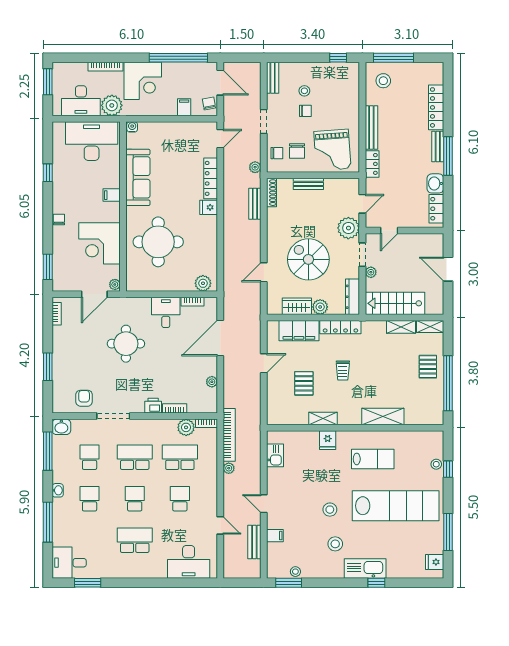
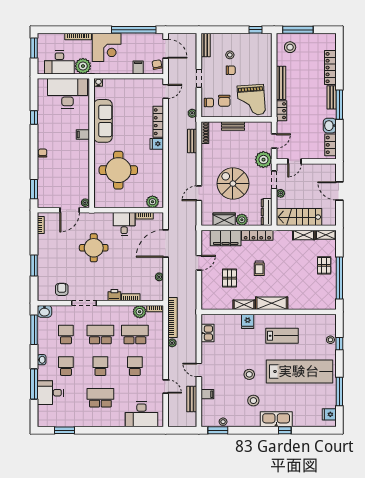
corner desk: (99, 243) -> (74, 171), removed
shelving: (383, 416) -> (272, 303), moved
desk: (69, 563) -> (50, 393), moved

